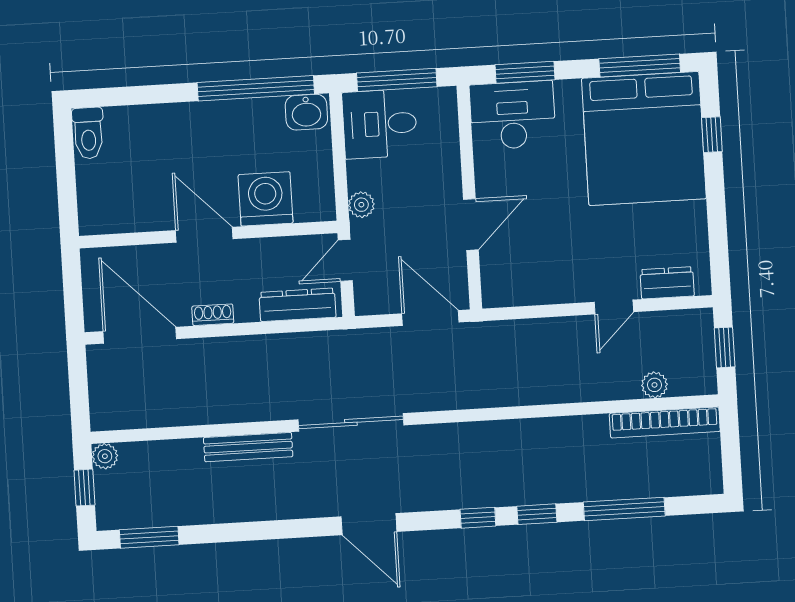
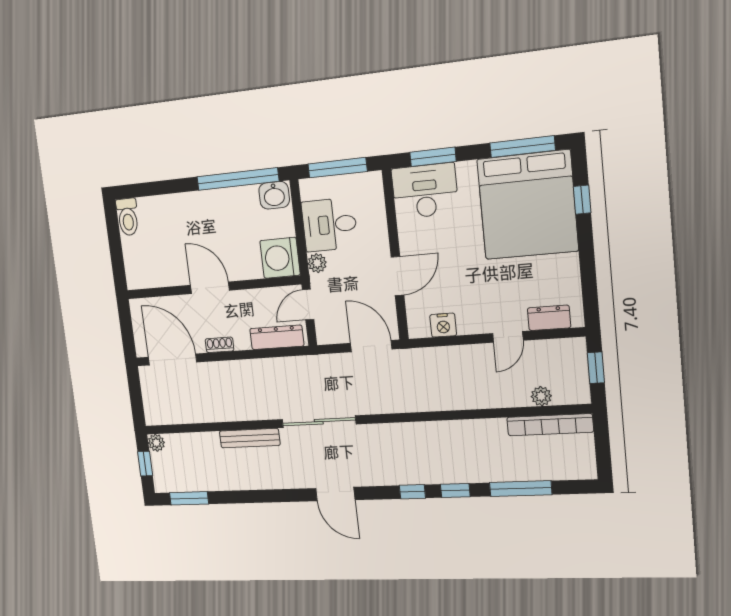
desk: (380, 124) -> (329, 225), moved
washing machine: (266, 199) -> (280, 258), moved, turned -90
nightstand: (529, 291) -> (443, 325), added

